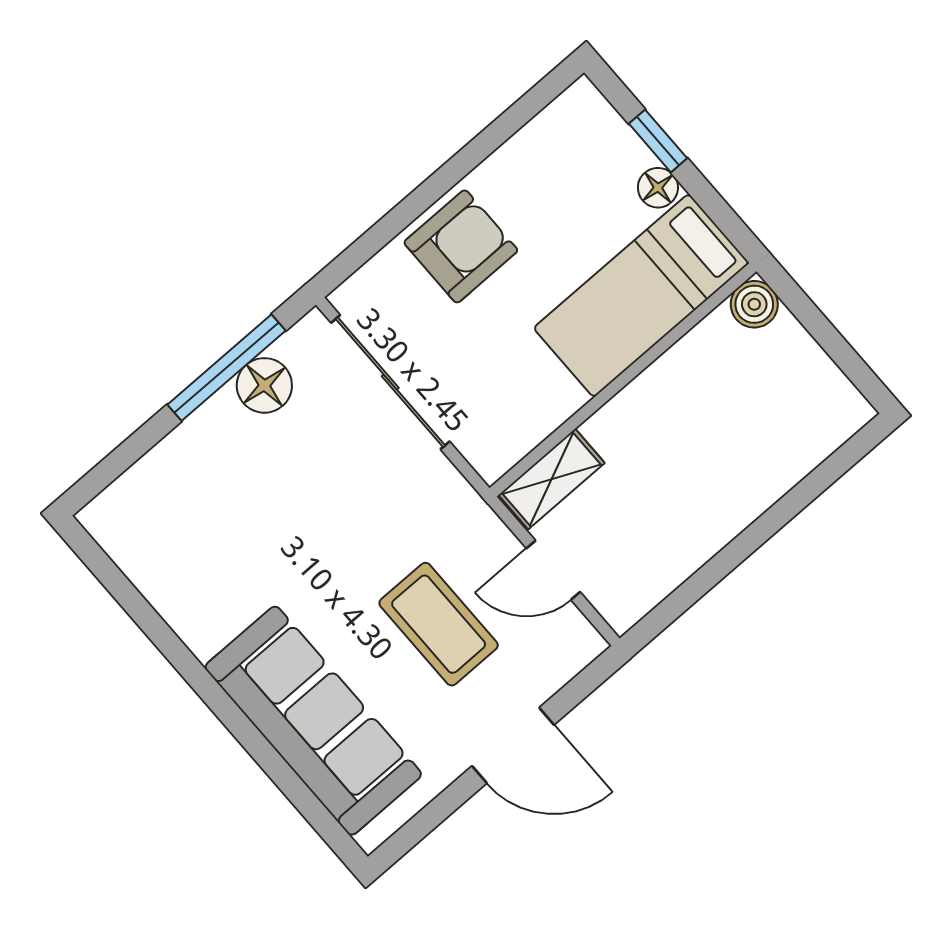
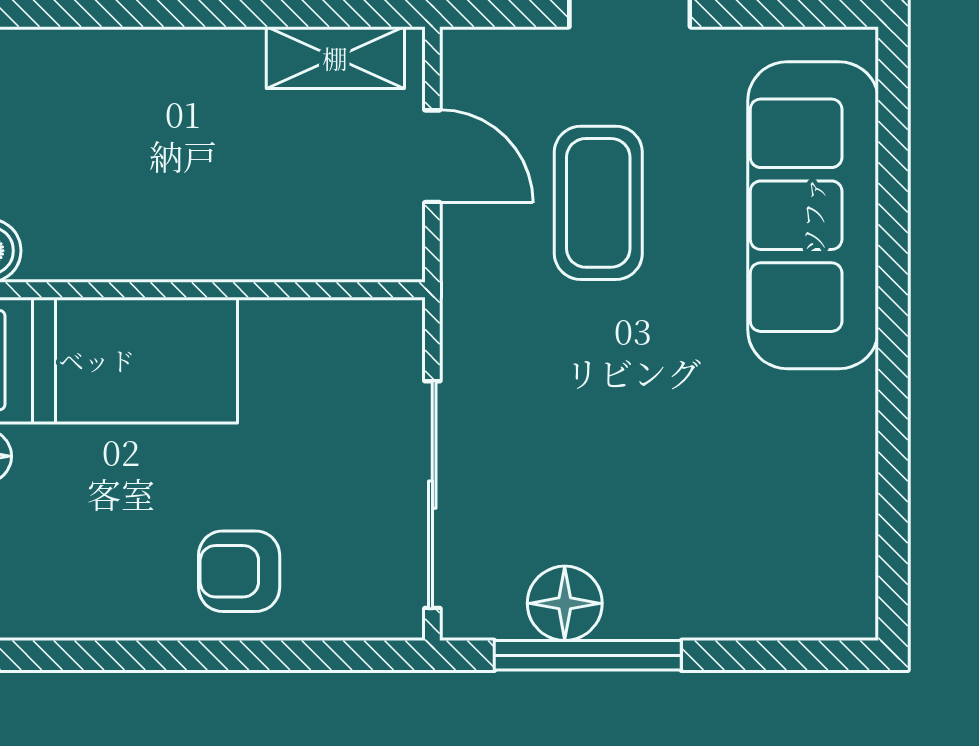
armchair: (461, 246) -> (239, 571), width x0.72, depth x0.72
shelving: (552, 479) -> (335, 58), moved

